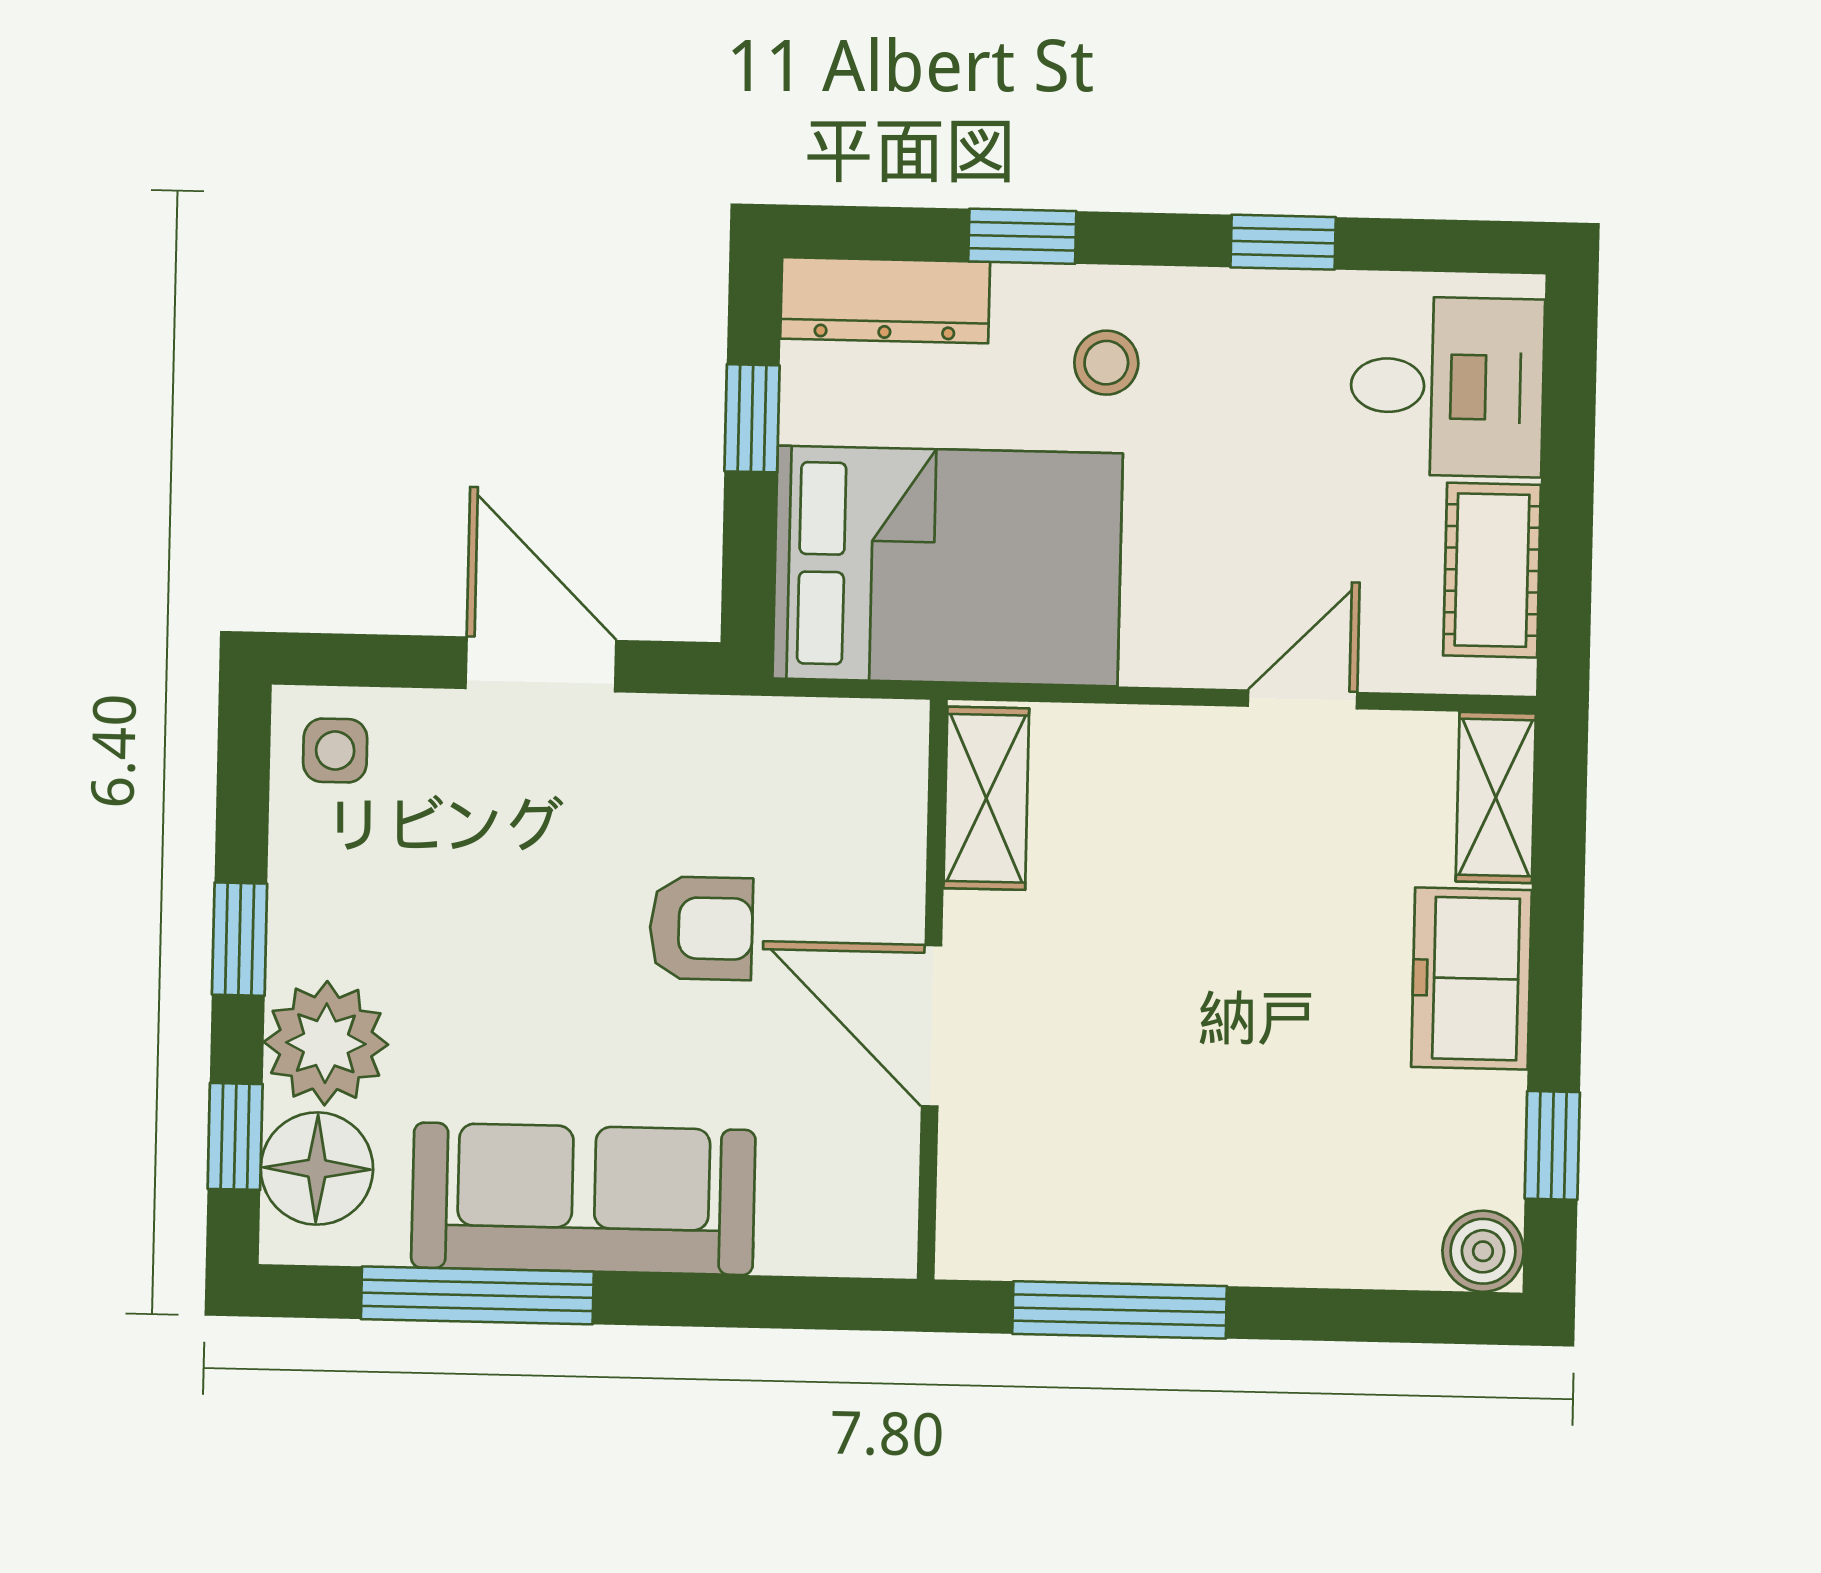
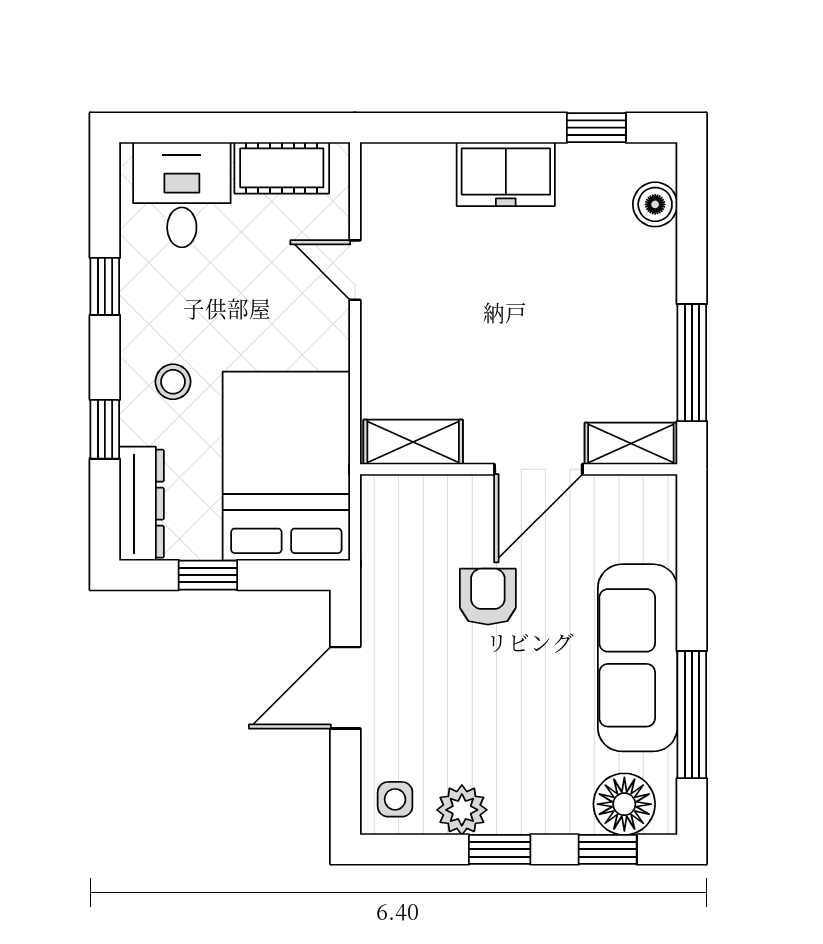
shelving: (1496, 797) -> (631, 444), moved
plant: (326, 1043) -> (462, 810), moved, width x0.73, depth x0.73
boiler: (1483, 1251) -> (655, 204), moved

